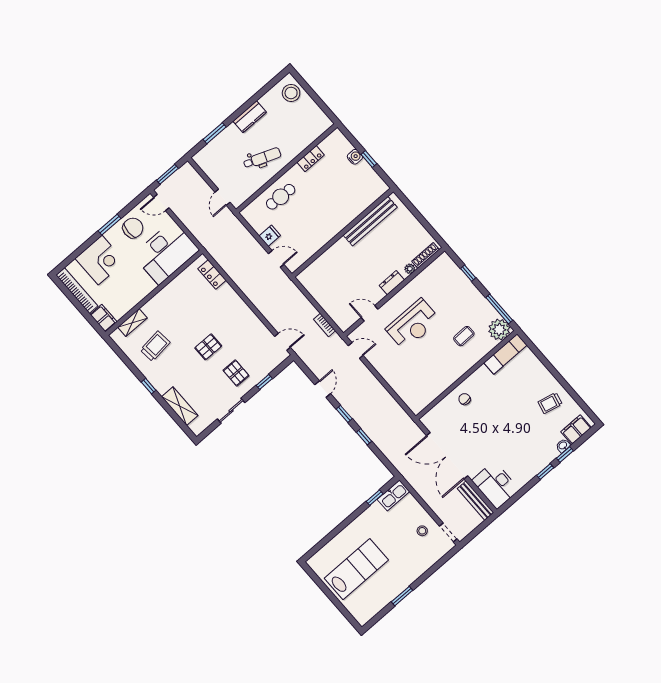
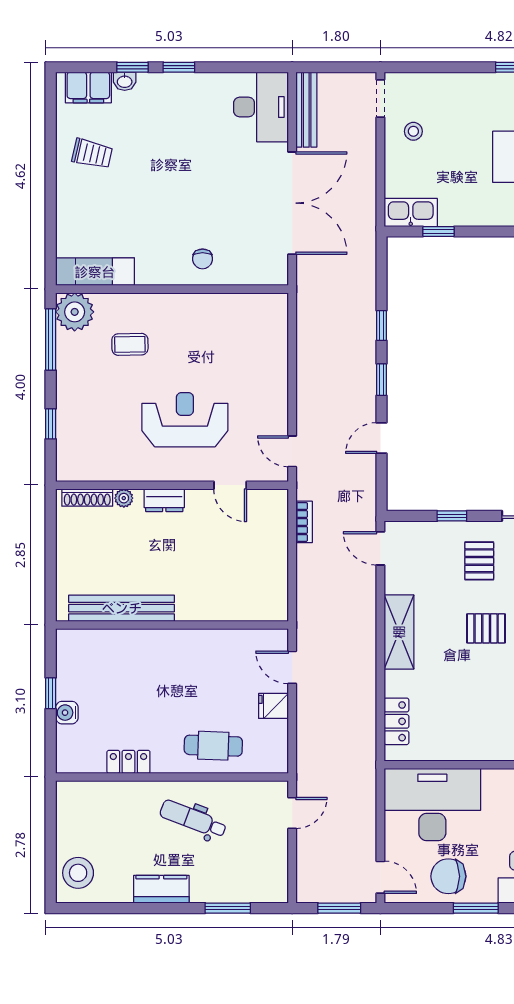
shelving: (244, 313) -> (399, 632), added

